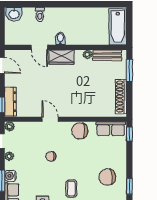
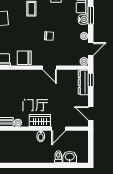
washbasin: (14, 14) -> (70, 157), moved
door: (39, 47) -> (59, 129), swing flipped
chair: (80, 131) -> (24, 58), turned 180

